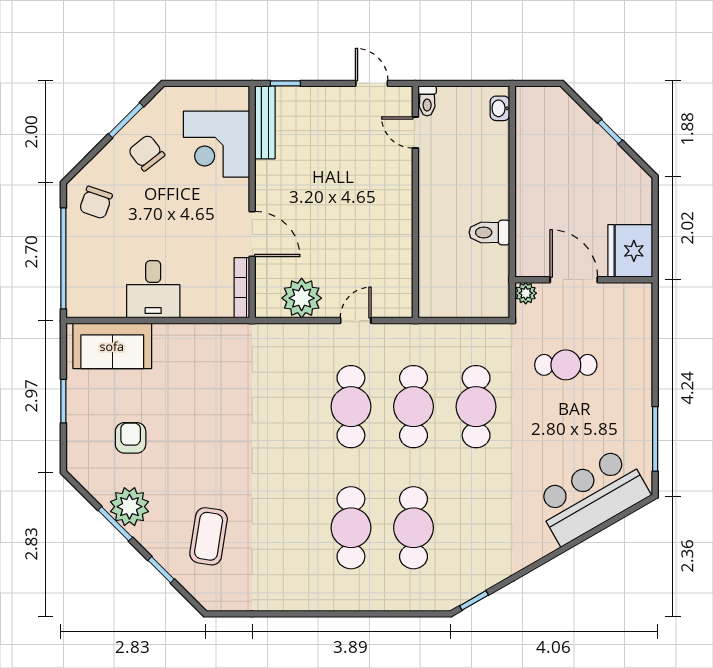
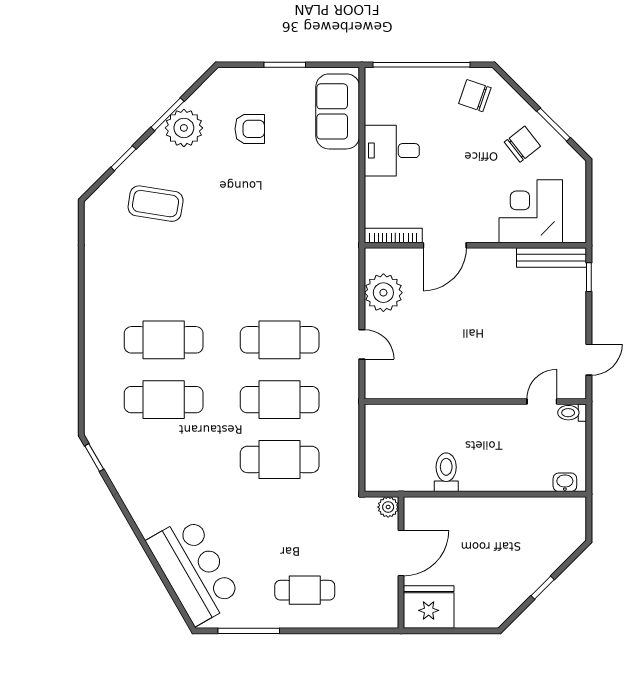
cafe table: (566, 365) -> (305, 590), moved, turned 90

